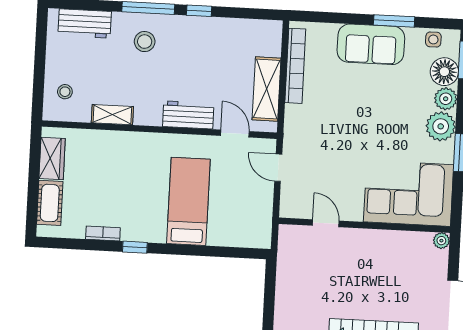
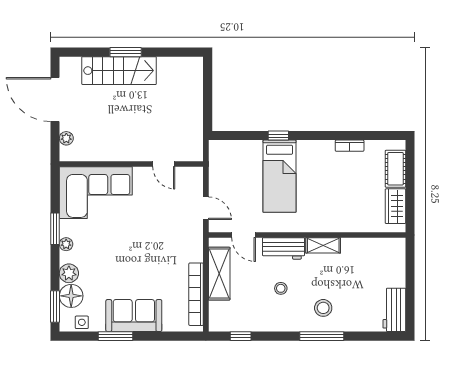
window: (199, 11) -> (241, 336), moved
workbench: (85, 23) -> (394, 310), moved, turned -90
stool: (65, 92) -> (281, 288), moved
shelving: (112, 115) -> (323, 245), moved
plant: (441, 126) -> (66, 244), width x0.53, depth x0.53
plant: (441, 241) -> (66, 138), moved
window: (135, 247) -> (278, 136), moved

